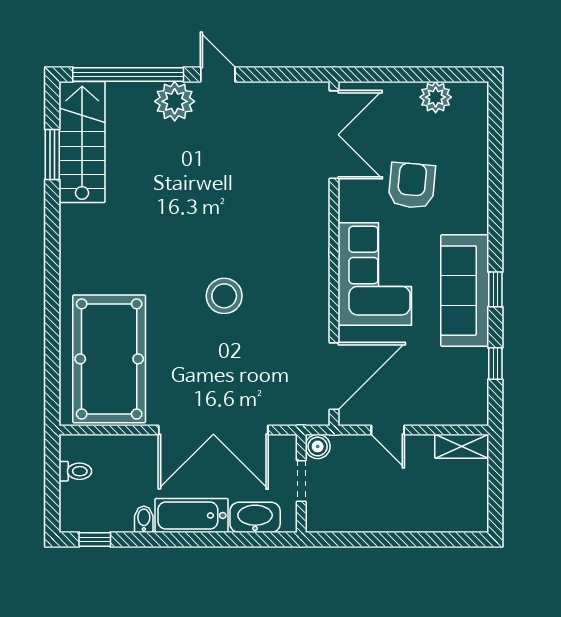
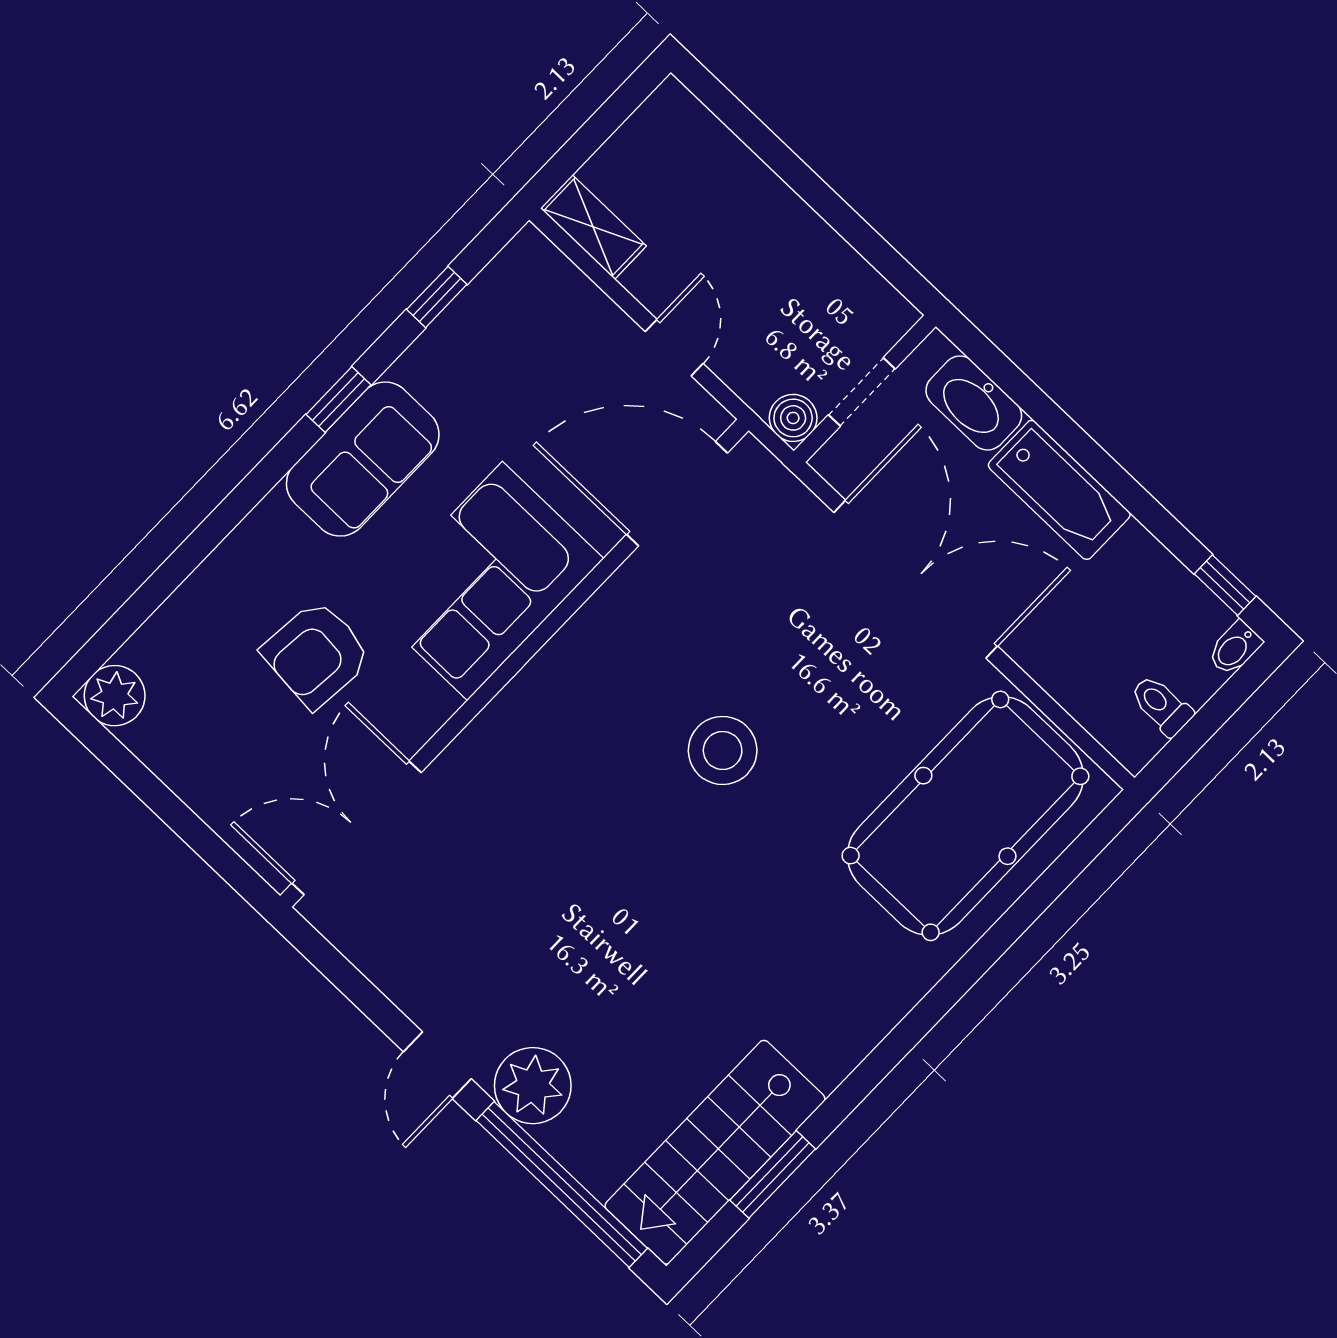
plant: (436, 97) -> (115, 696), moved
sofa: (465, 291) -> (363, 459), width x0.73
bidet: (144, 519) -> (1235, 648), moved

